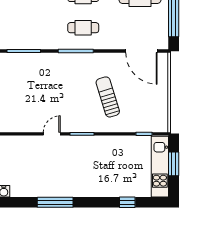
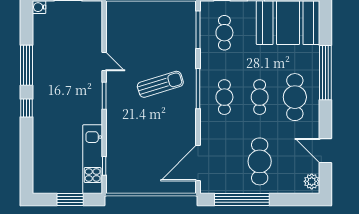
cafe table: (26, 28) -> (224, 33), added
sun lounger: (108, 97) -> (160, 84), moved
kitchen unit: (160, 167) -> (93, 159), moved, turned -90
window: (127, 202) -> (27, 108), moved

